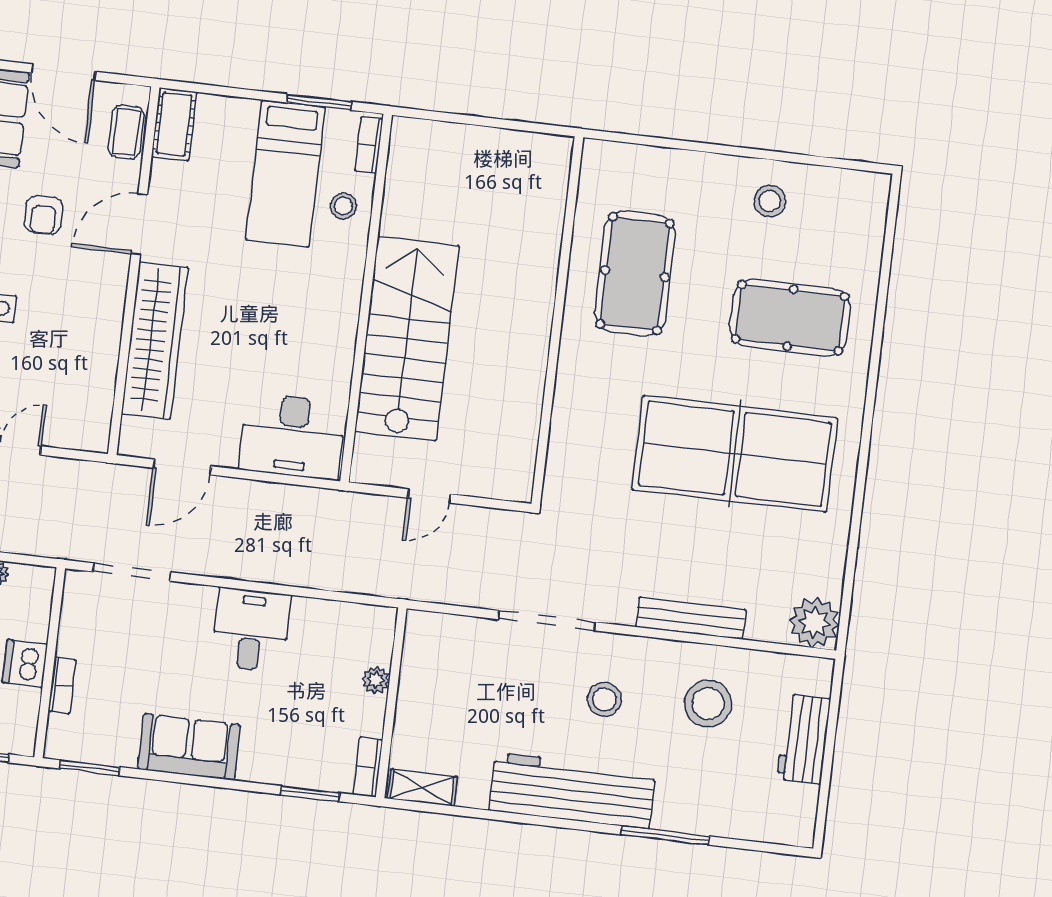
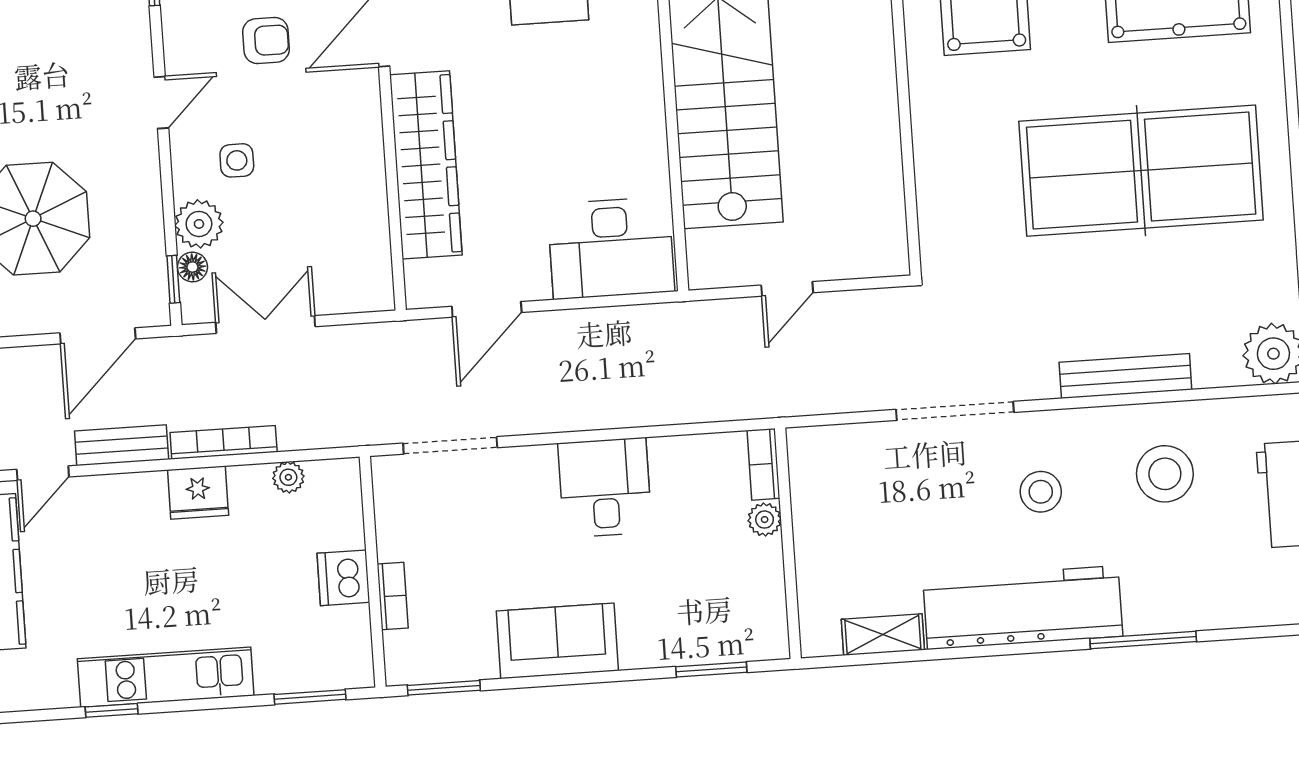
armchair: (44, 215) -> (266, 41), turned -90
bookcase: (368, 767) -> (763, 464), moved
shelving: (422, 788) -> (883, 635), moved

